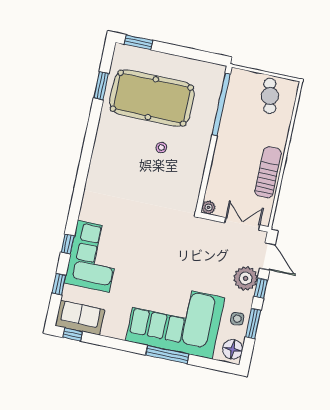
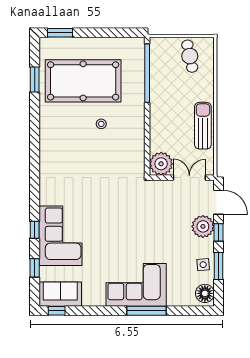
plant: (209, 207) -> (161, 164), width x1.88, depth x1.88
corner sofa: (175, 319) -> (136, 285), width x0.73, depth x0.74

